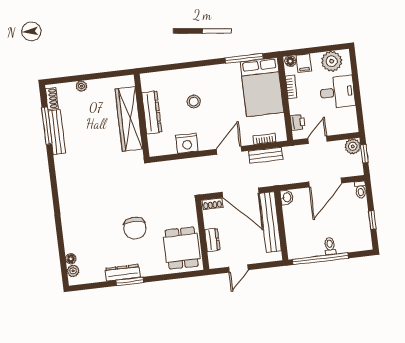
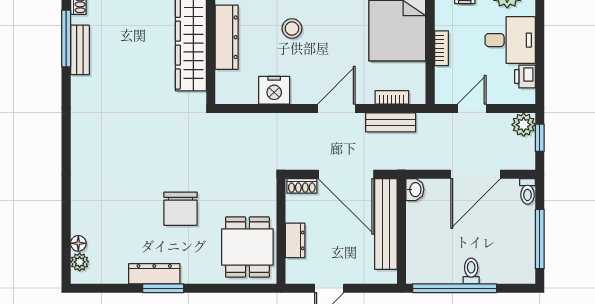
bookcase: (291, 87) -> (441, 48), moved
printer: (298, 122) -> (525, 77), moved, turned 180
bench: (57, 132) -> (80, 50), width x0.73
window: (372, 220) -> (540, 239), width x2.17

